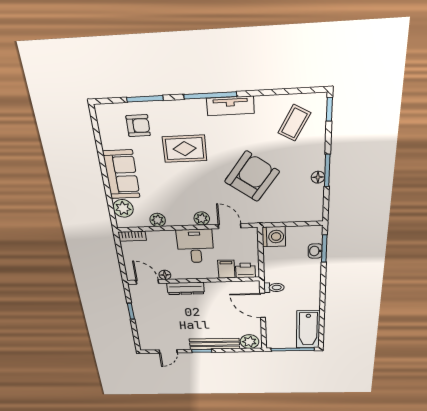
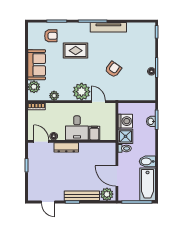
tv unit: (230, 106) -> (108, 27), width x1.41
coffee table: (294, 123) -> (138, 39), removed
armchair: (252, 177) -> (113, 69), width x0.53, depth x0.53
plant: (202, 219) -> (82, 92), width x1.88, depth x1.88
washing machine: (274, 237) -> (125, 121), moved
desk: (195, 246) -> (77, 128), moved, turned 180
printer: (245, 270) -> (107, 134), removed
shower: (275, 272) -> (125, 136), added
bidet: (308, 303) -> (147, 161), added
door: (263, 306) -> (117, 176), moved
door: (168, 351) -> (48, 202), hinge flipped

